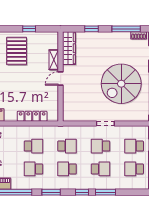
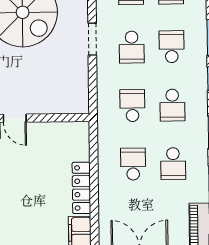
locker: (32, 116) -> (81, 188), moved

